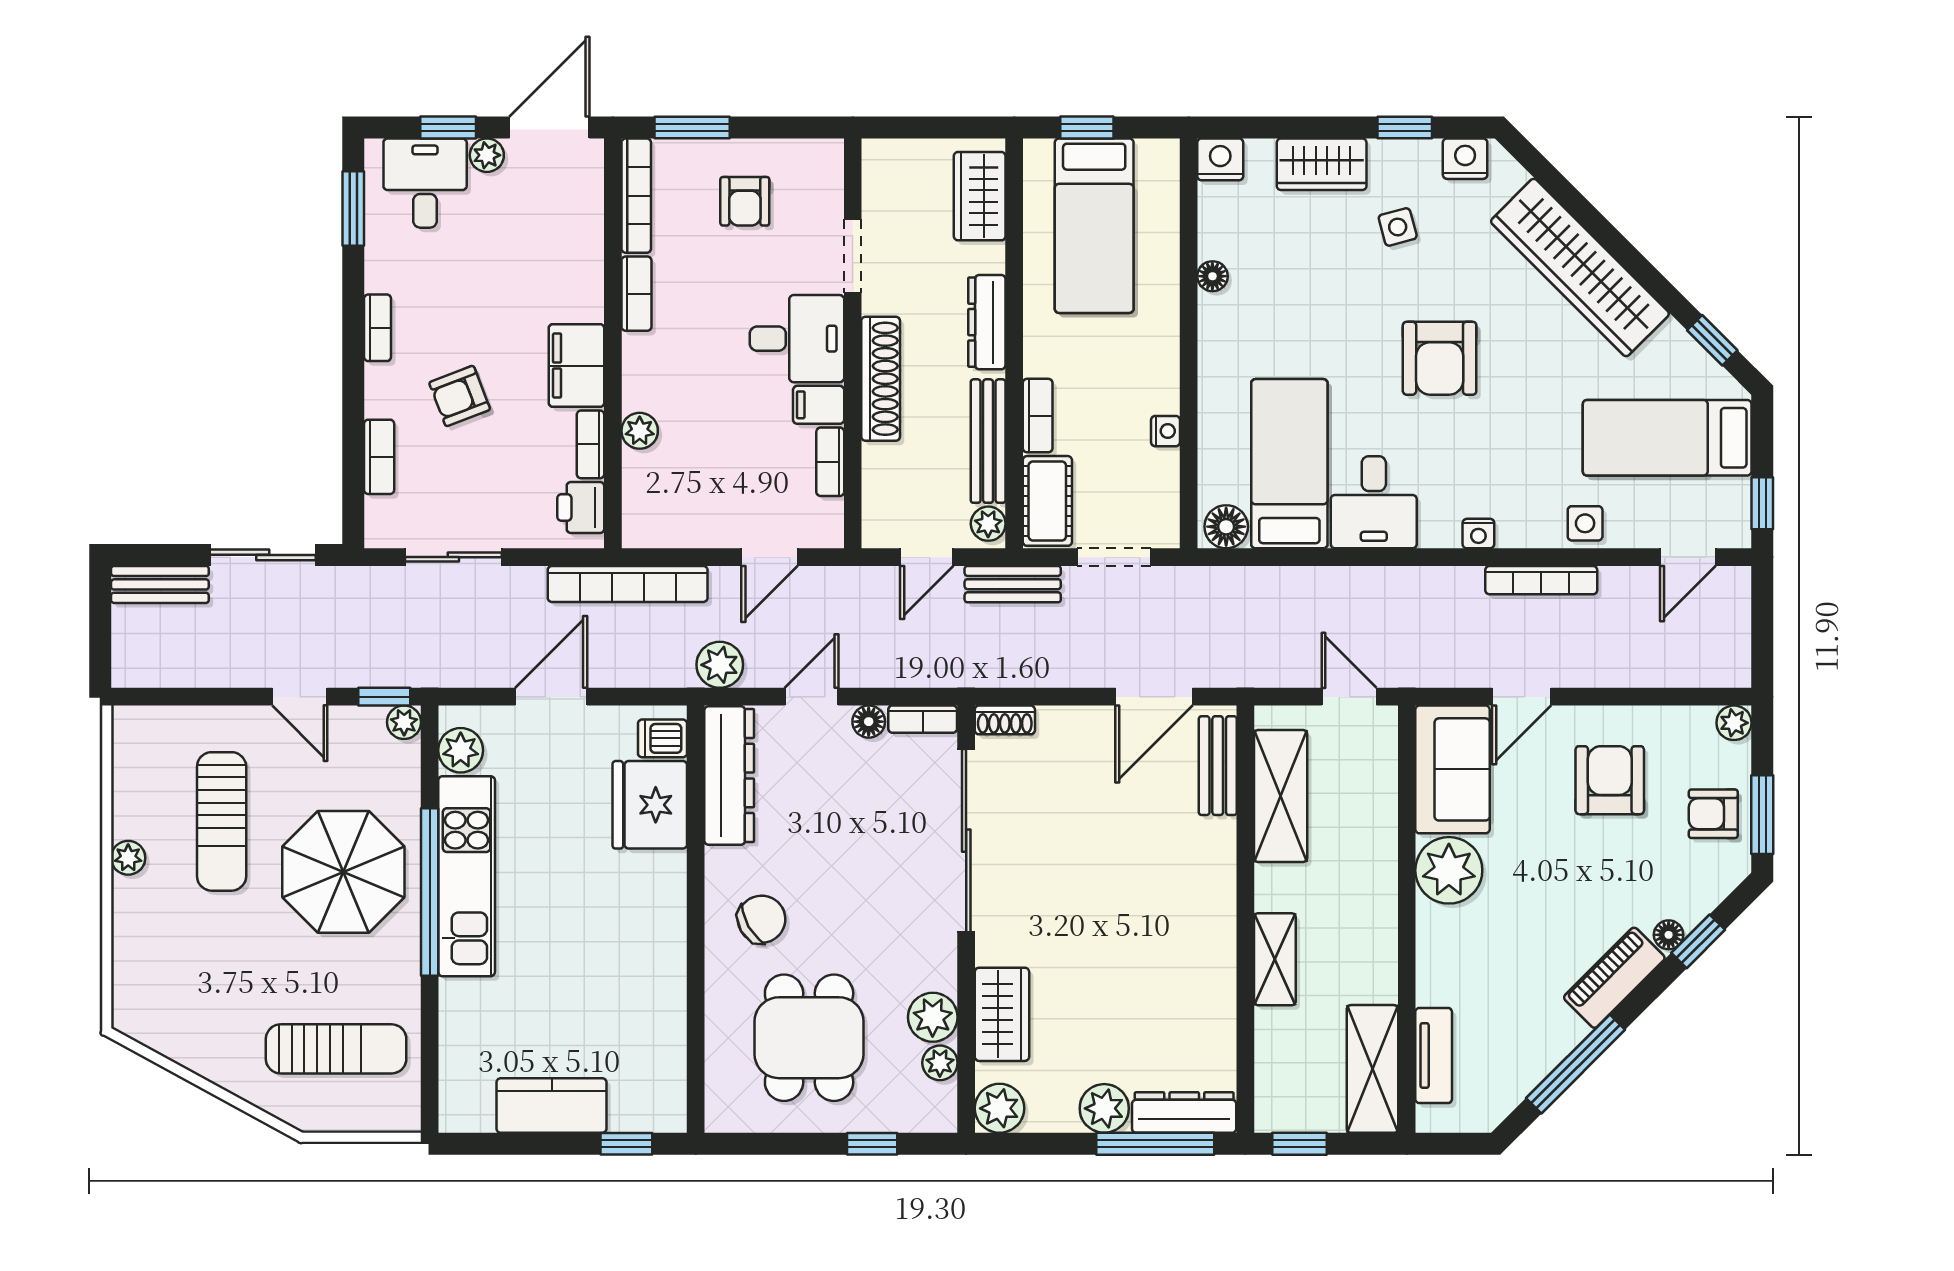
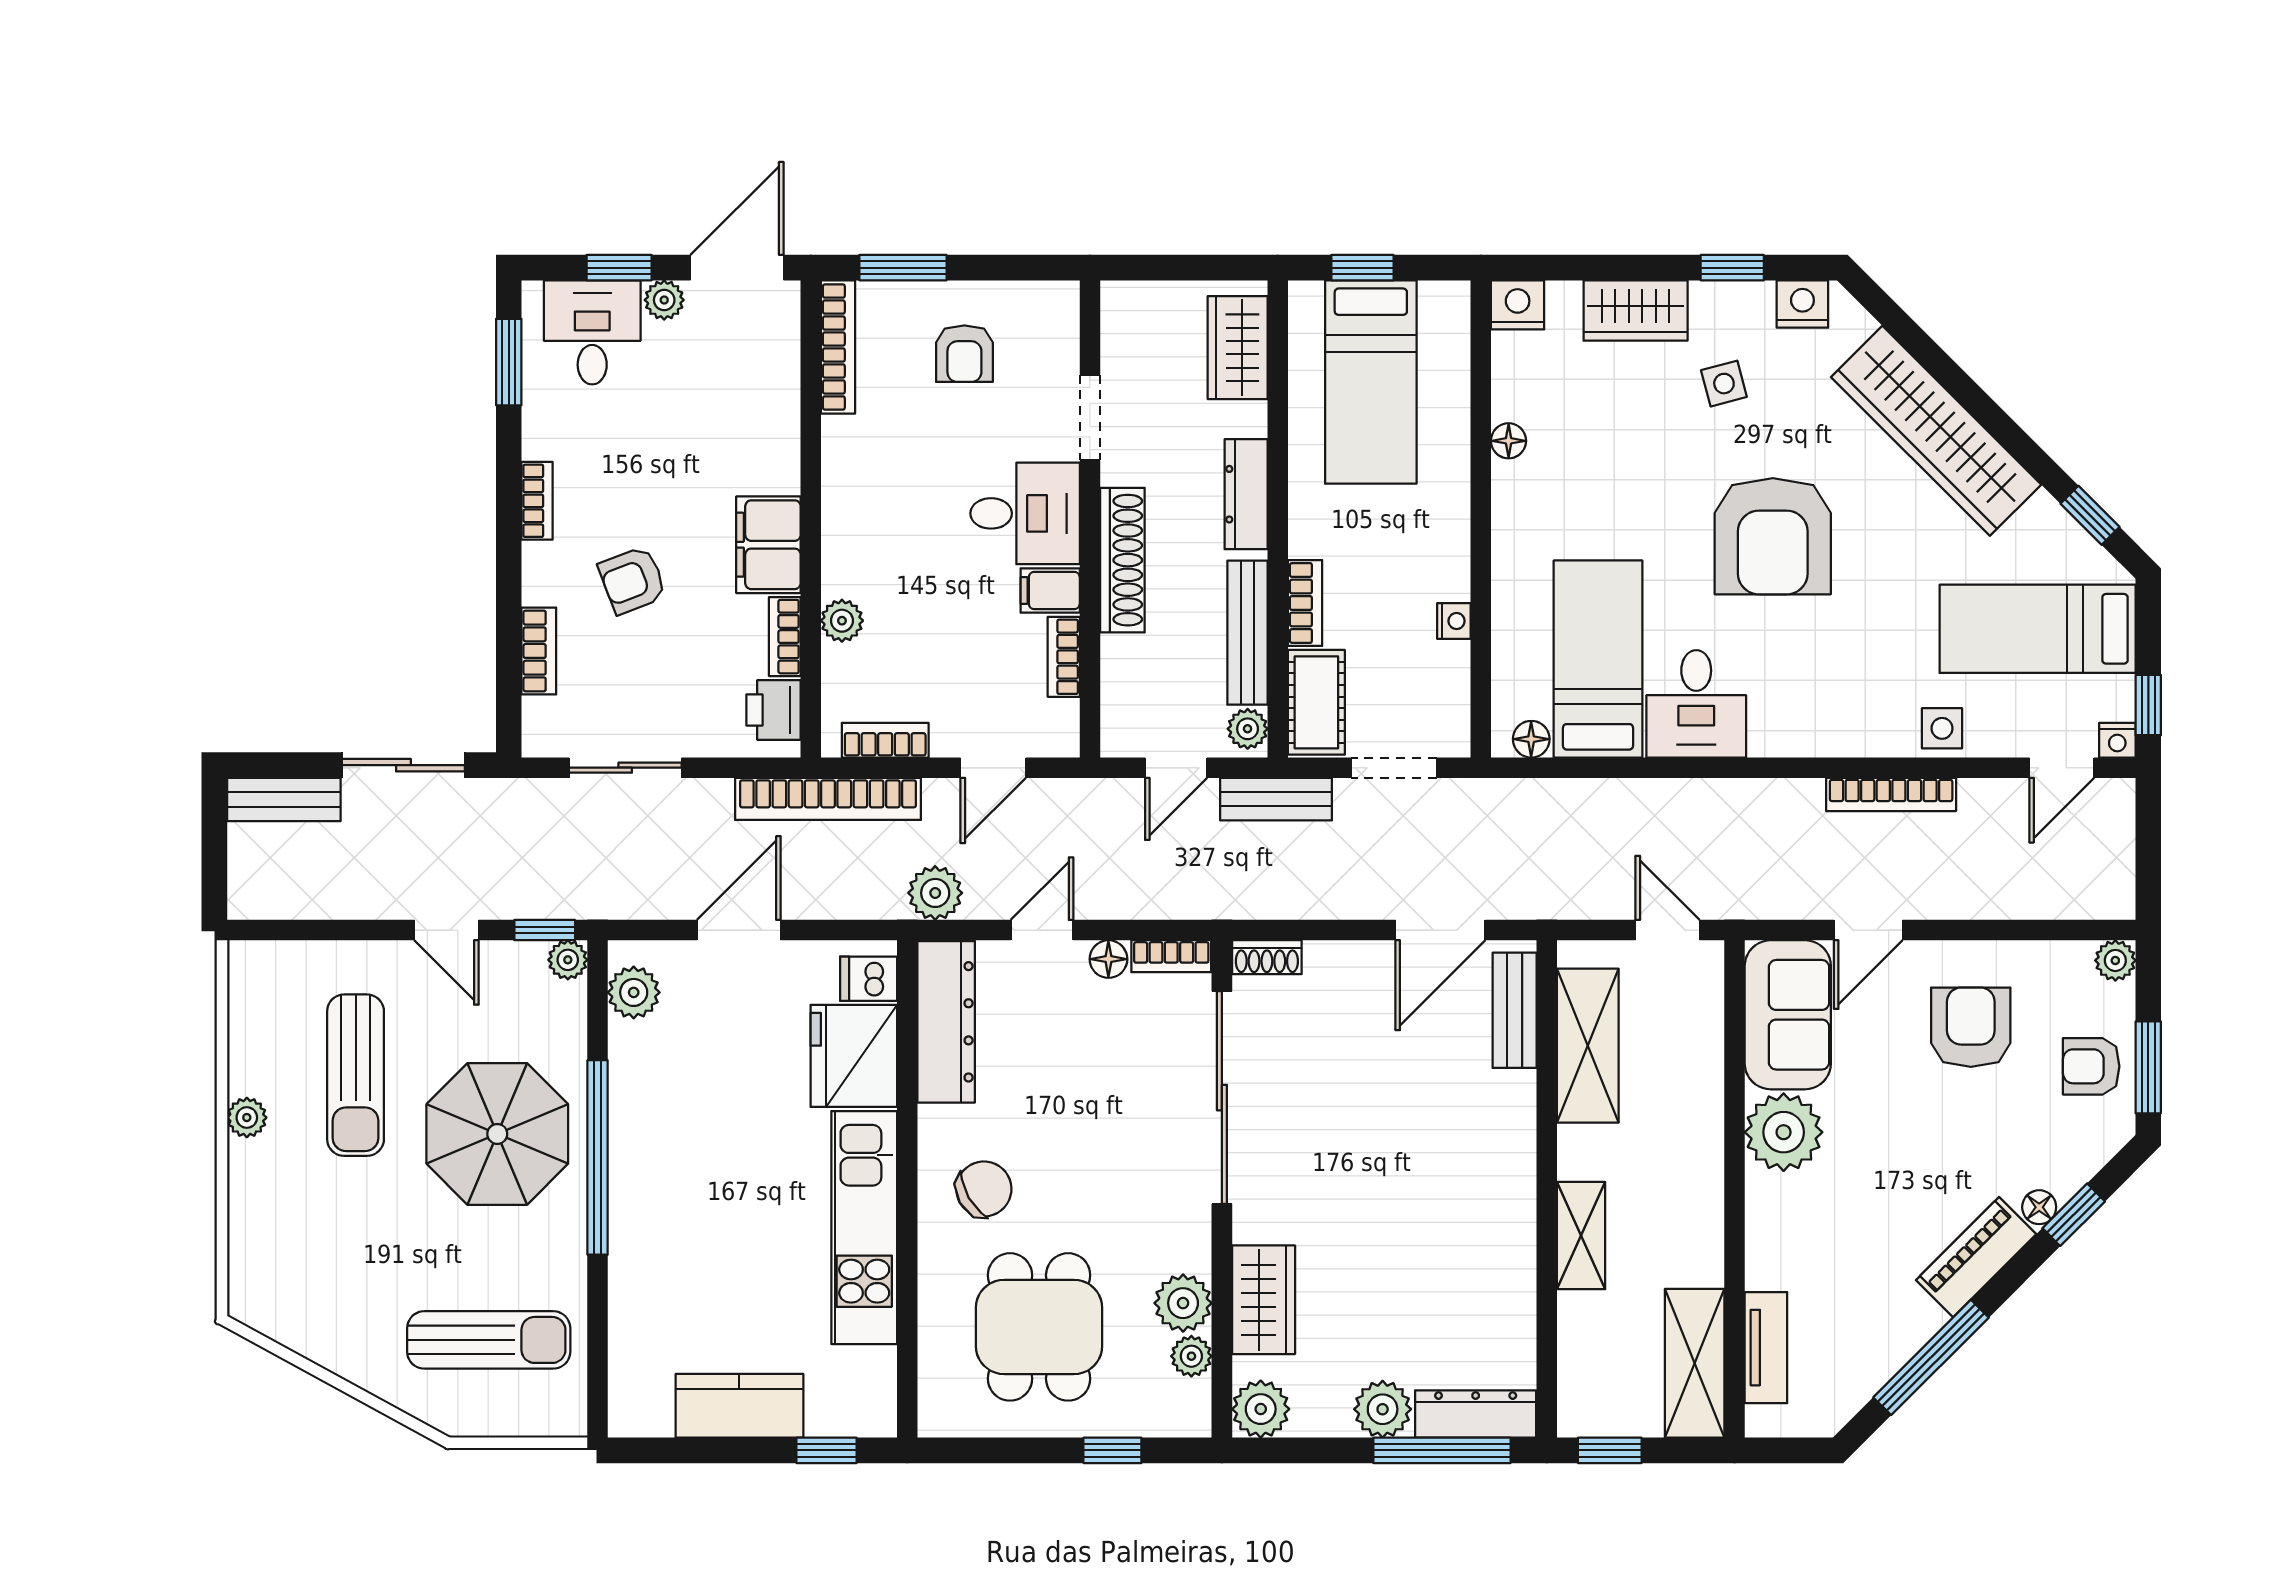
bookcase: (636, 294) -> (885, 740), moved, turned -90
armchair: (1440, 358) -> (1773, 536), width x1.36, depth x1.36
floor lamp: (1226, 527) -> (1531, 739), width x0.73, depth x0.73
nightstand: (1478, 534) -> (2117, 740), moved
kitchen unit: (467, 876) -> (864, 1228), moved, turned 180

